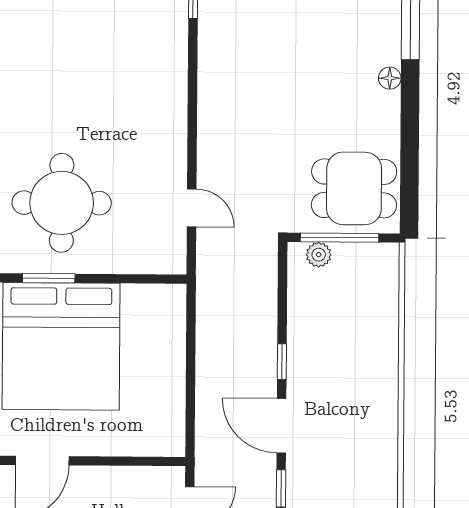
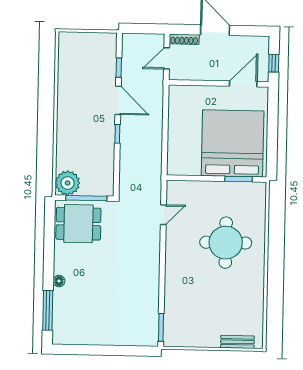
round table: (62, 203) -> (226, 243), moved
door: (192, 208) -> (163, 215), swing flipped
plant: (319, 255) -> (68, 183), moved, width x1.88, depth x1.88

